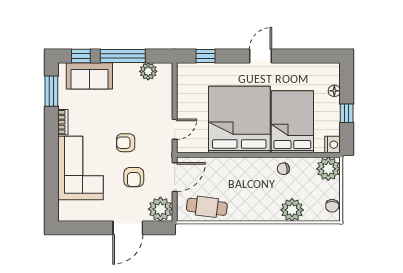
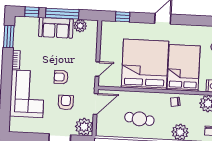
sofa: (89, 76) -> (56, 28), moved
armchair: (134, 177) -> (66, 102), turned 180
cafe table: (207, 207) -> (139, 119), moved

